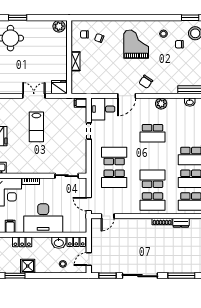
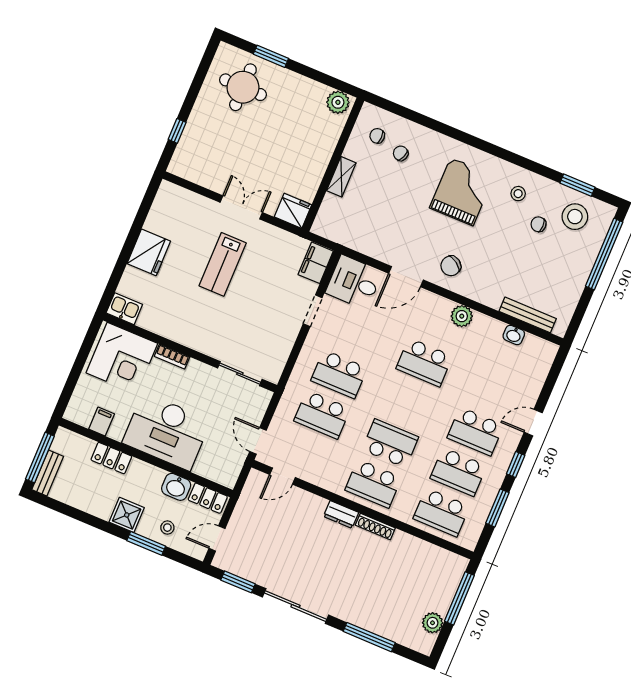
filing cabinet: (81, 103) -> (316, 263), width x2.00
school desk: (114, 156) -> (339, 374), turned 180
dresser: (181, 223) -> (341, 514), moved
shower: (28, 266) -> (127, 515), moved
window: (15, 276) -> (146, 543), moved

